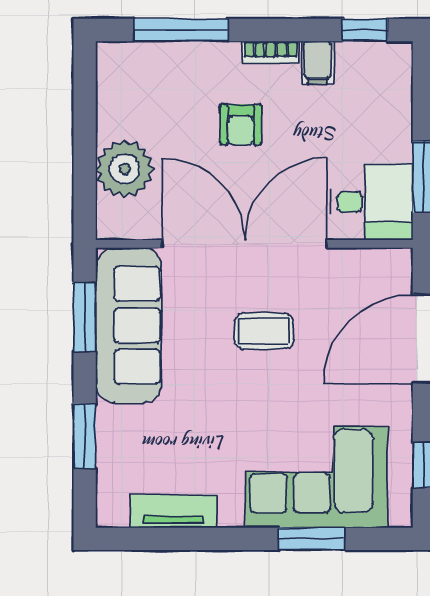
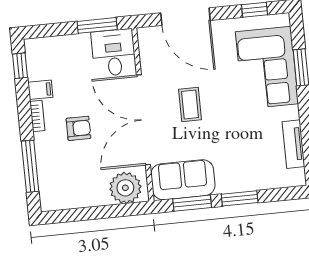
plant: (125, 169) -> (125, 188), moved
sofa: (129, 325) -> (183, 180), width x0.73
window: (85, 436) -> (240, 198), moved

